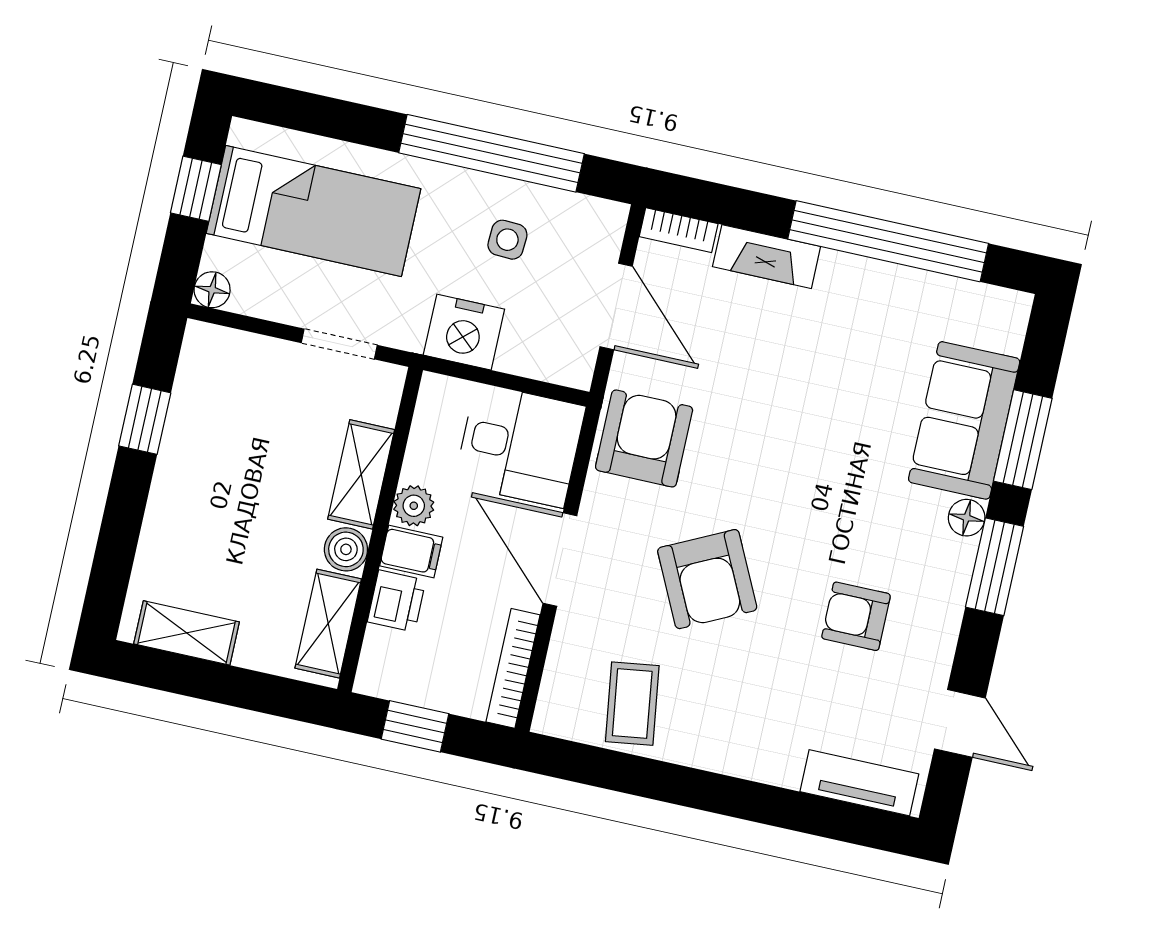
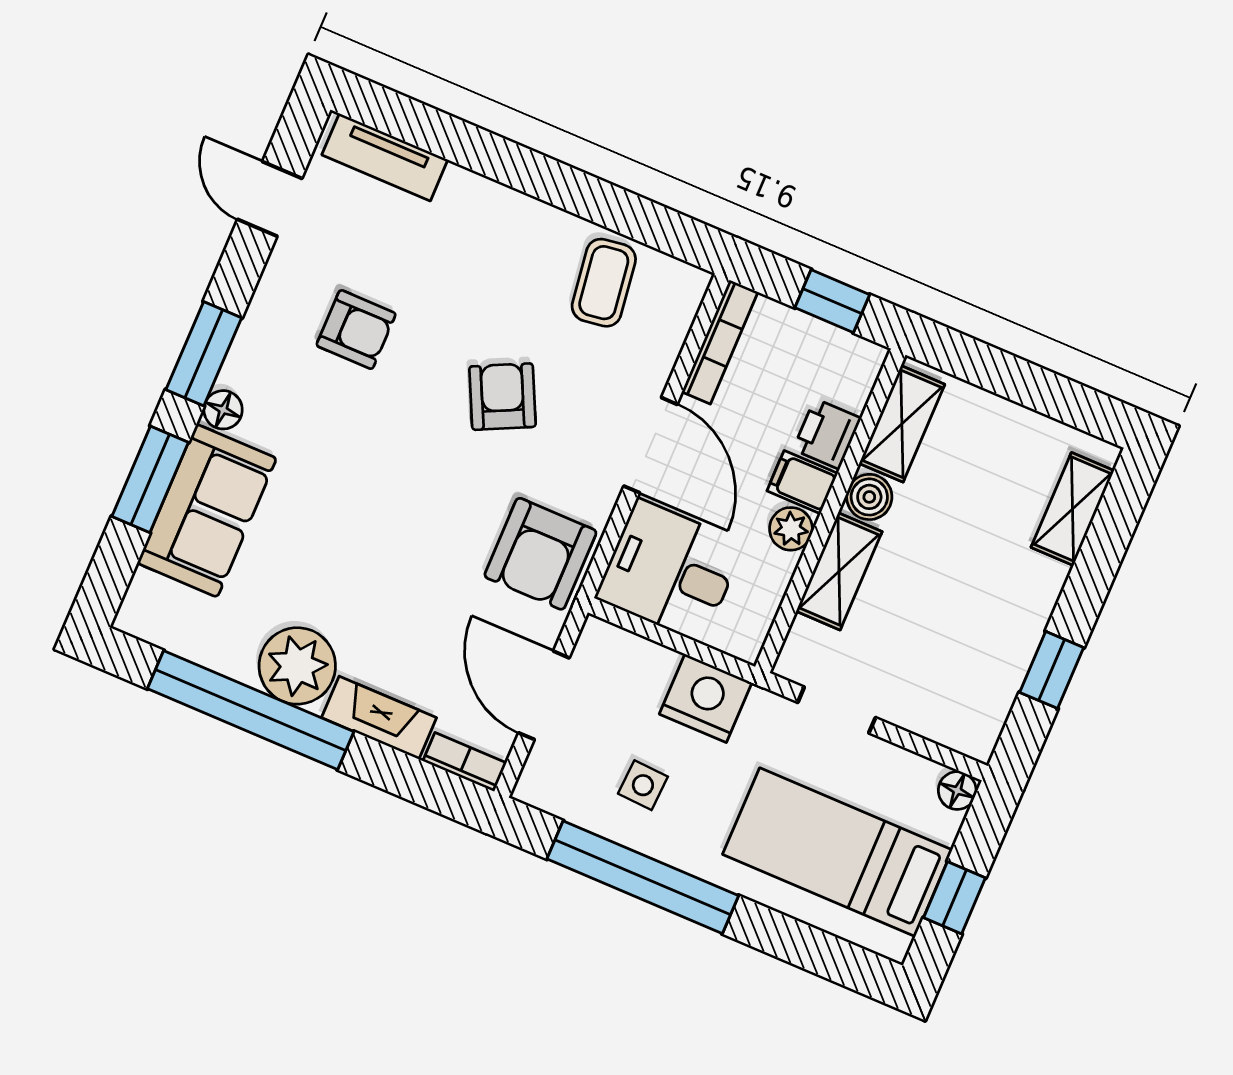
plant: (852, 291) -> (297, 666), added
armchair: (707, 579) -> (502, 397), width x0.72, depth x0.72
shelving: (187, 633) -> (1073, 509), moved, turned 90

